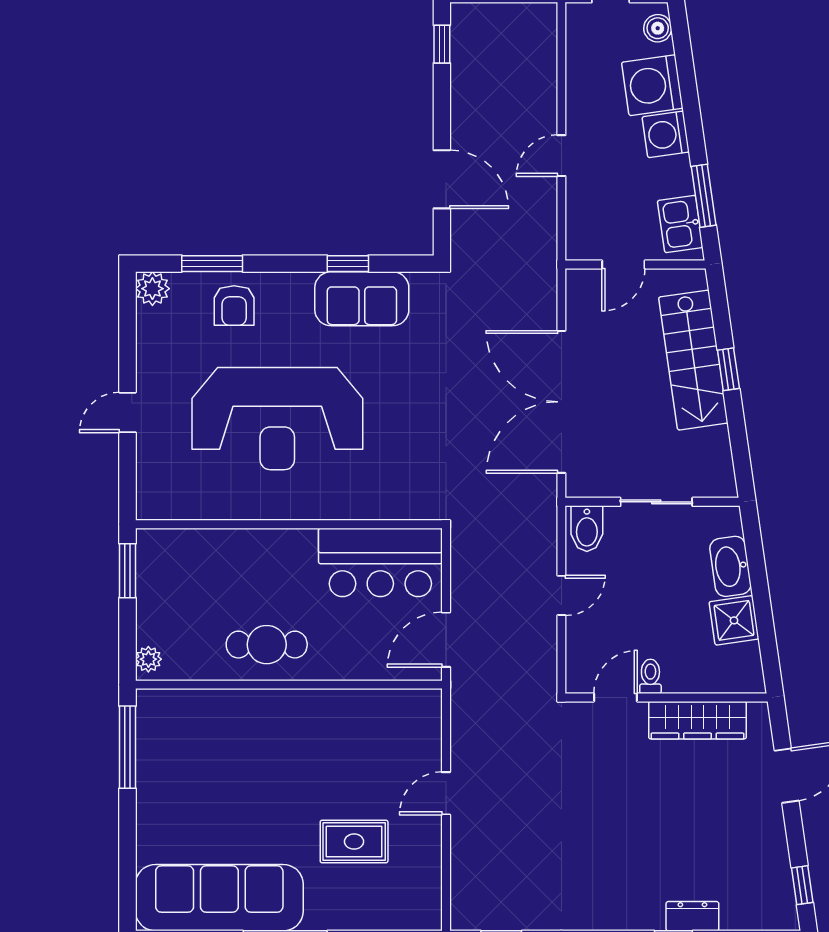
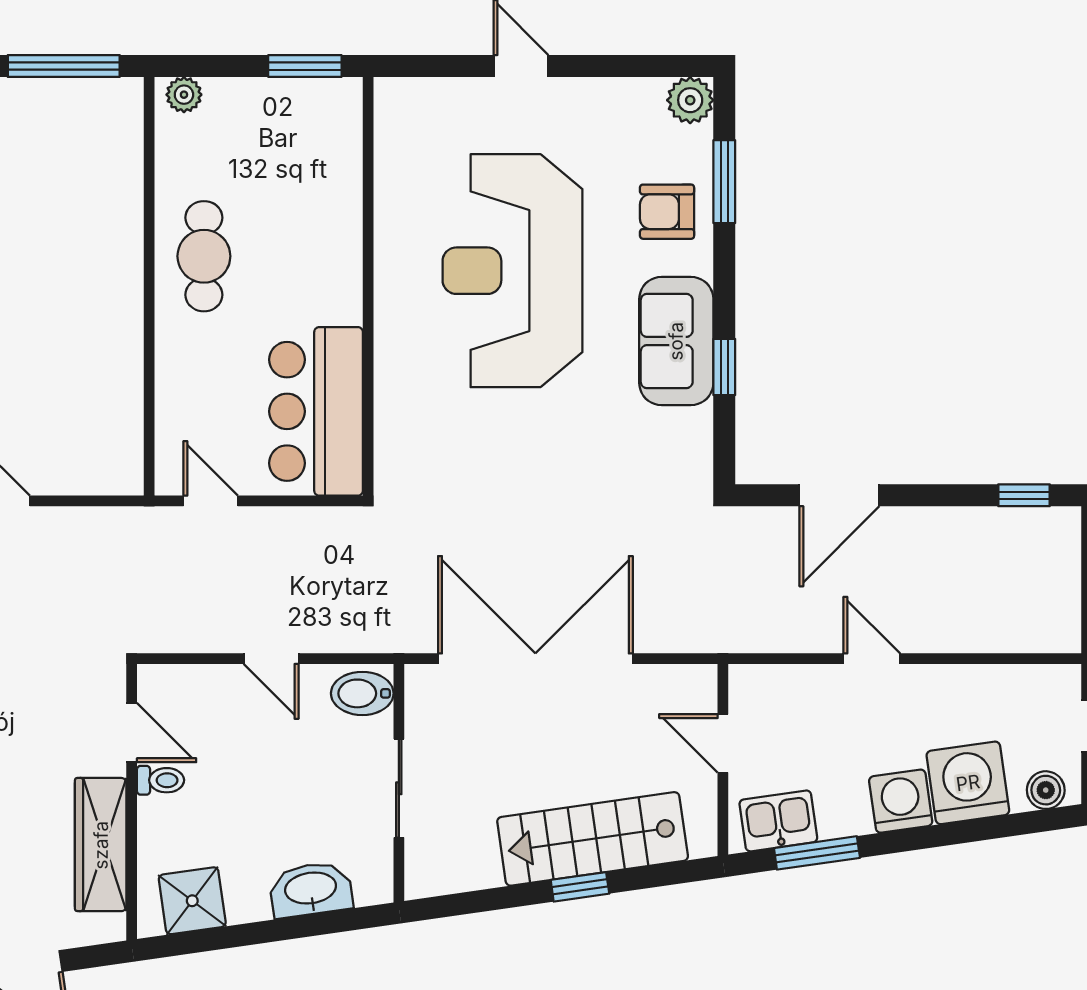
sofa: (362, 299) -> (676, 341), moved
shower: (734, 620) -> (192, 901), moved
door: (446, 640) -> (211, 501), width x0.73

